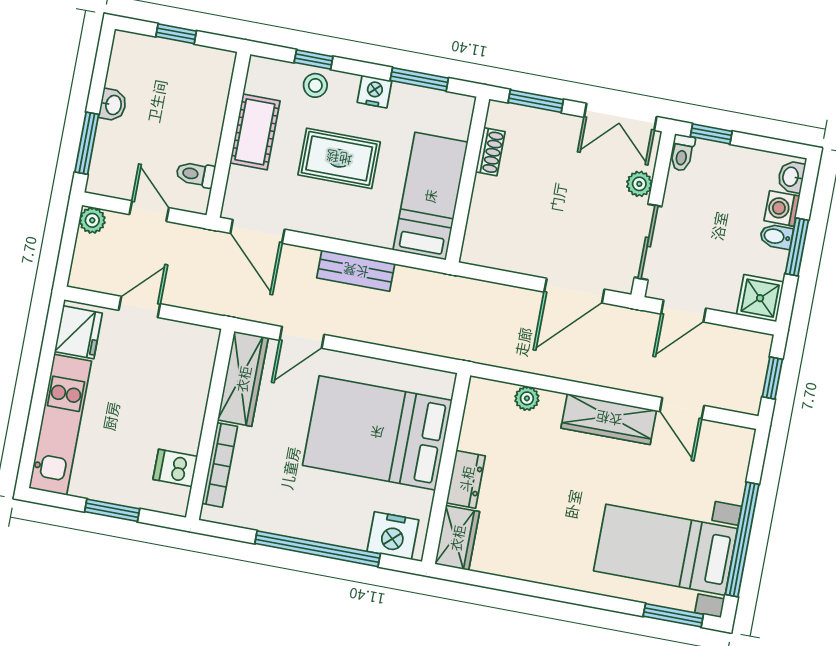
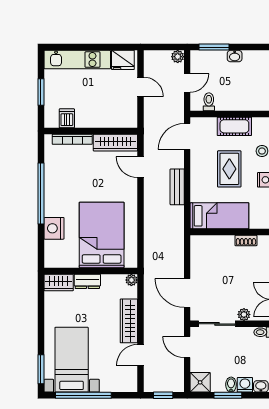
bed: (377, 433) -> (102, 235), moved
wall: (446, 469) -> (91, 271), moved
dresser: (466, 479) -> (87, 281), moved
wardrobe: (457, 538) -> (59, 282), moved

